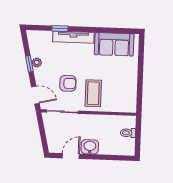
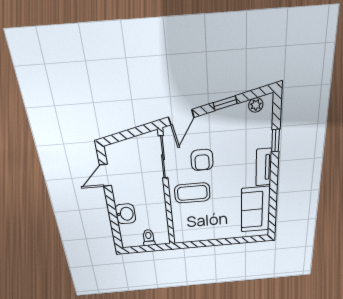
tv unit: (73, 37) -> (264, 167), width x0.71
plant: (37, 62) -> (256, 105), moved
washbasin: (90, 147) -> (125, 214), moved
door: (71, 156) -> (105, 175), swing flipped

